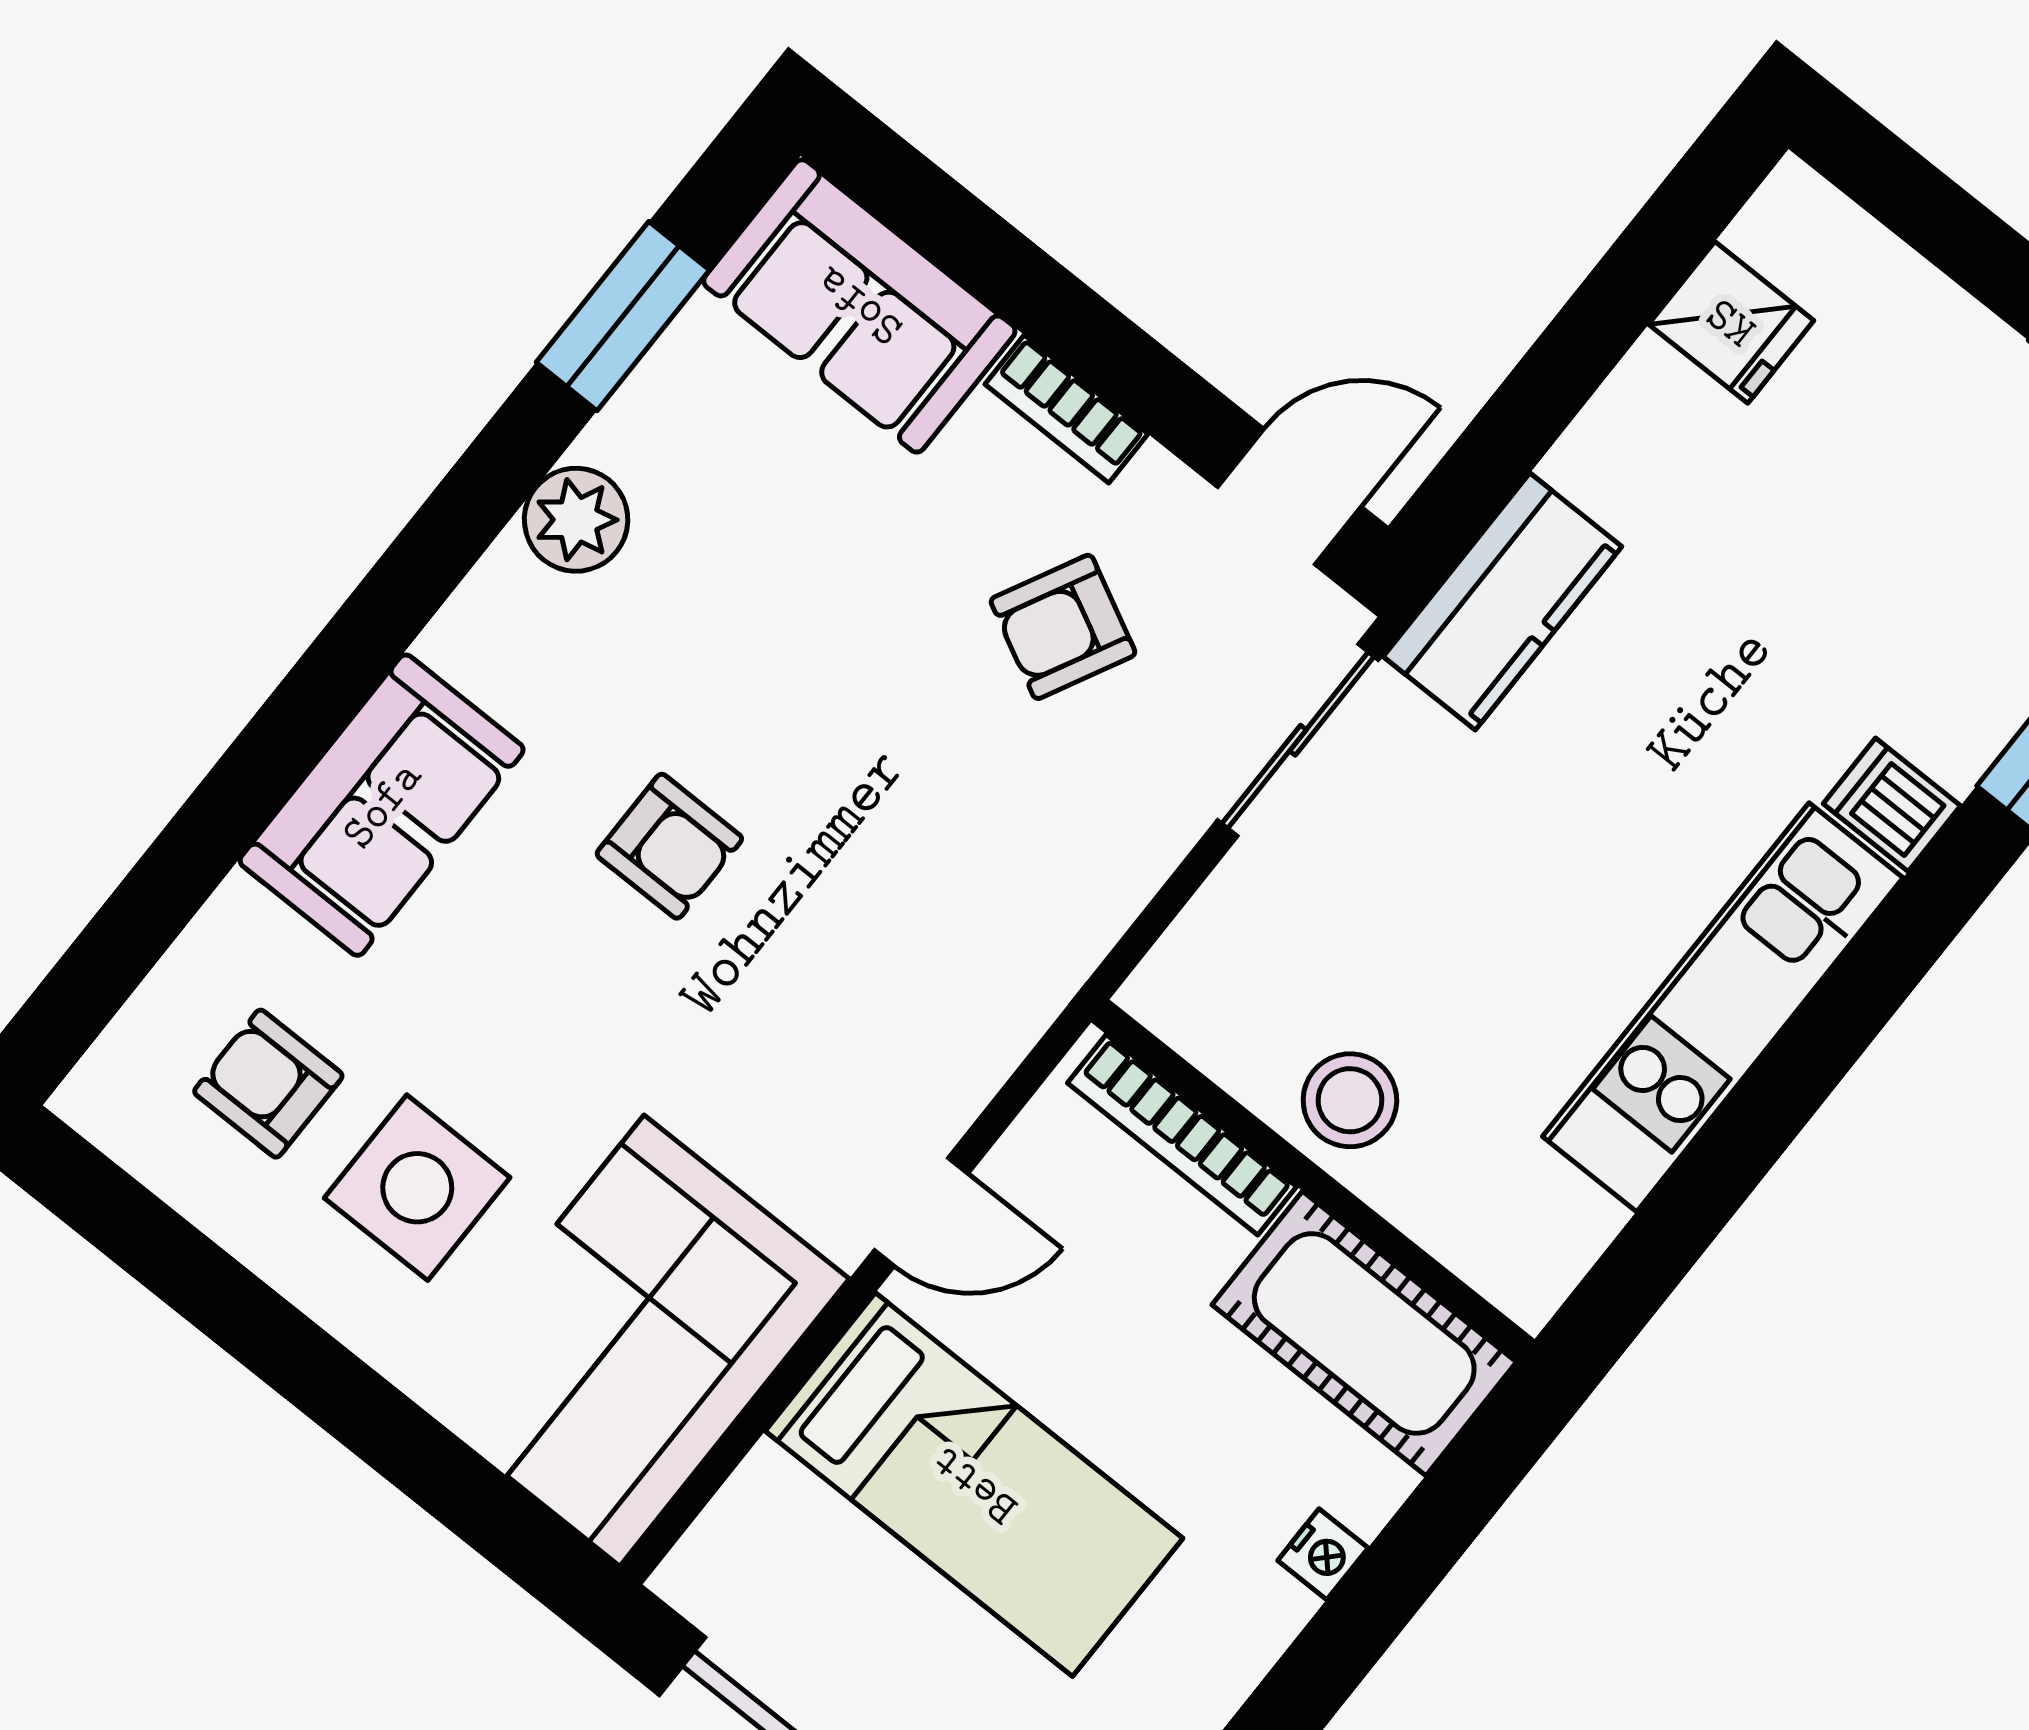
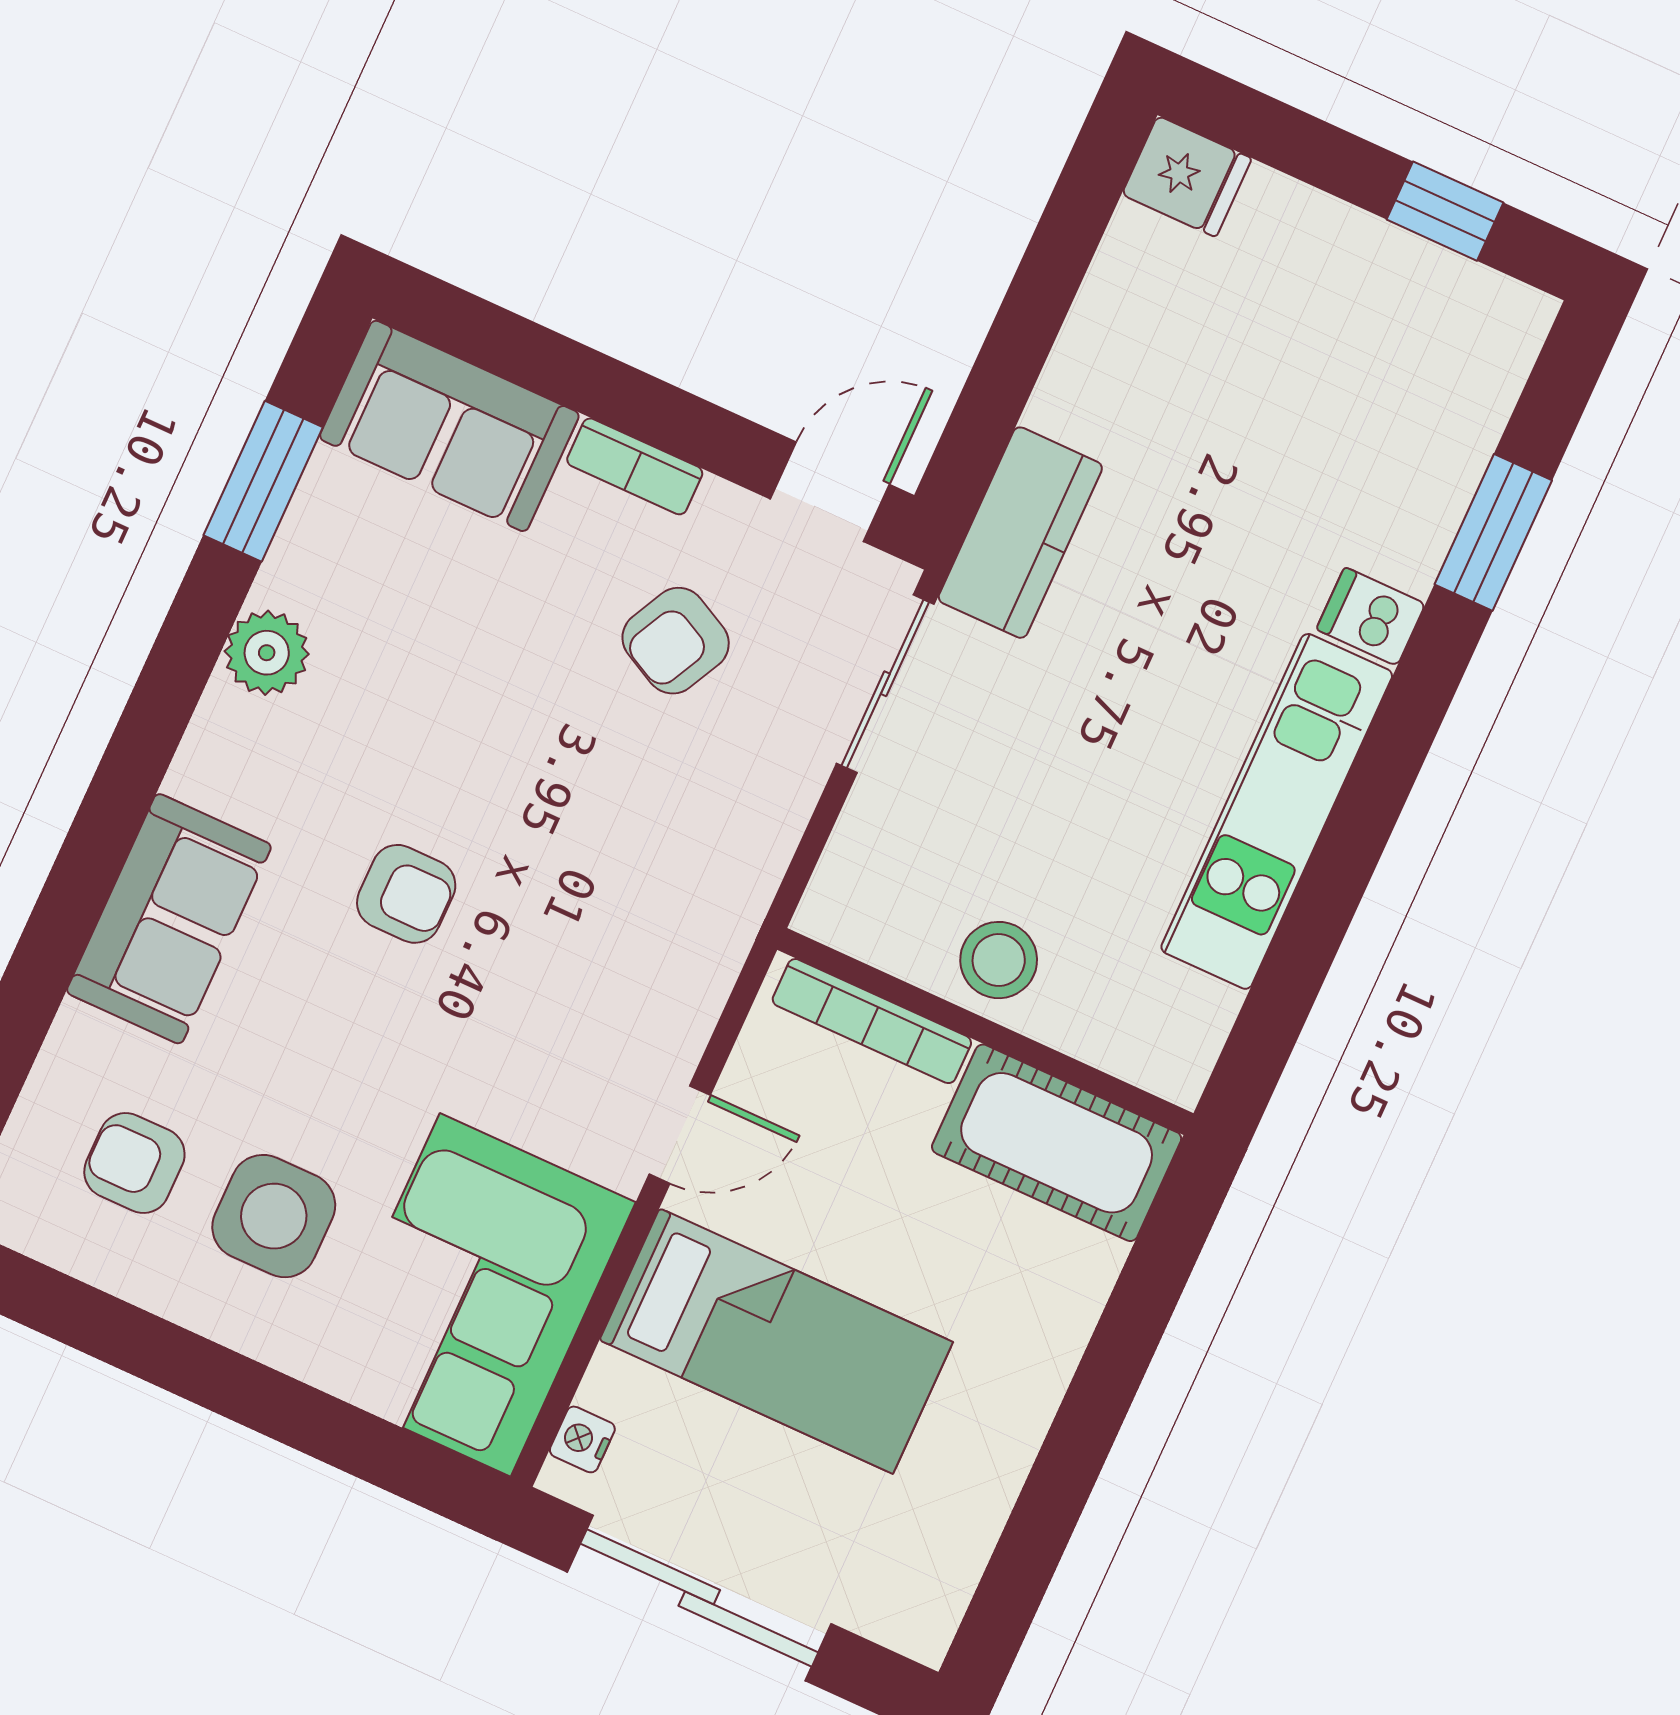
fridge: (1731, 322) -> (1187, 176), moved
nightstand: (1323, 1554) -> (582, 1439), moved, turned 180

